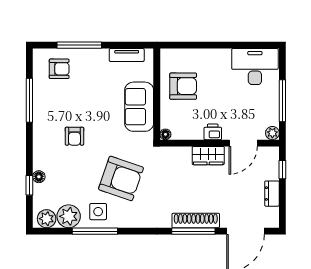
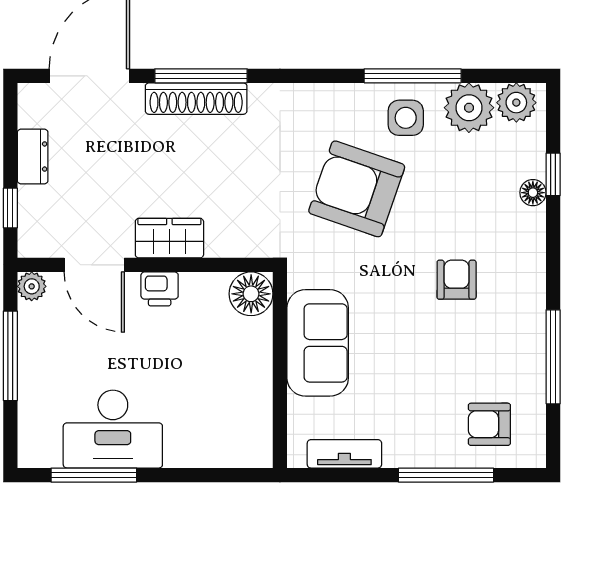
window: (243, 45) -> (94, 475), added
desk: (255, 67) -> (113, 429), moved
armchair: (183, 86) -> (223, 387), removed
floor lamp: (165, 134) -> (251, 294), width x1.89, depth x1.89
door: (243, 143) -> (94, 265), swing flipped

